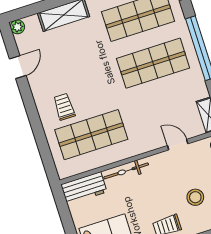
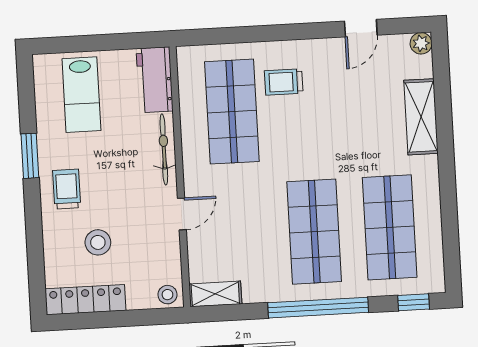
door: (18, 67) -> (361, 28), hinge flipped
trolley: (64, 107) -> (284, 82), turned 180
door: (178, 145) -> (182, 214), moved

